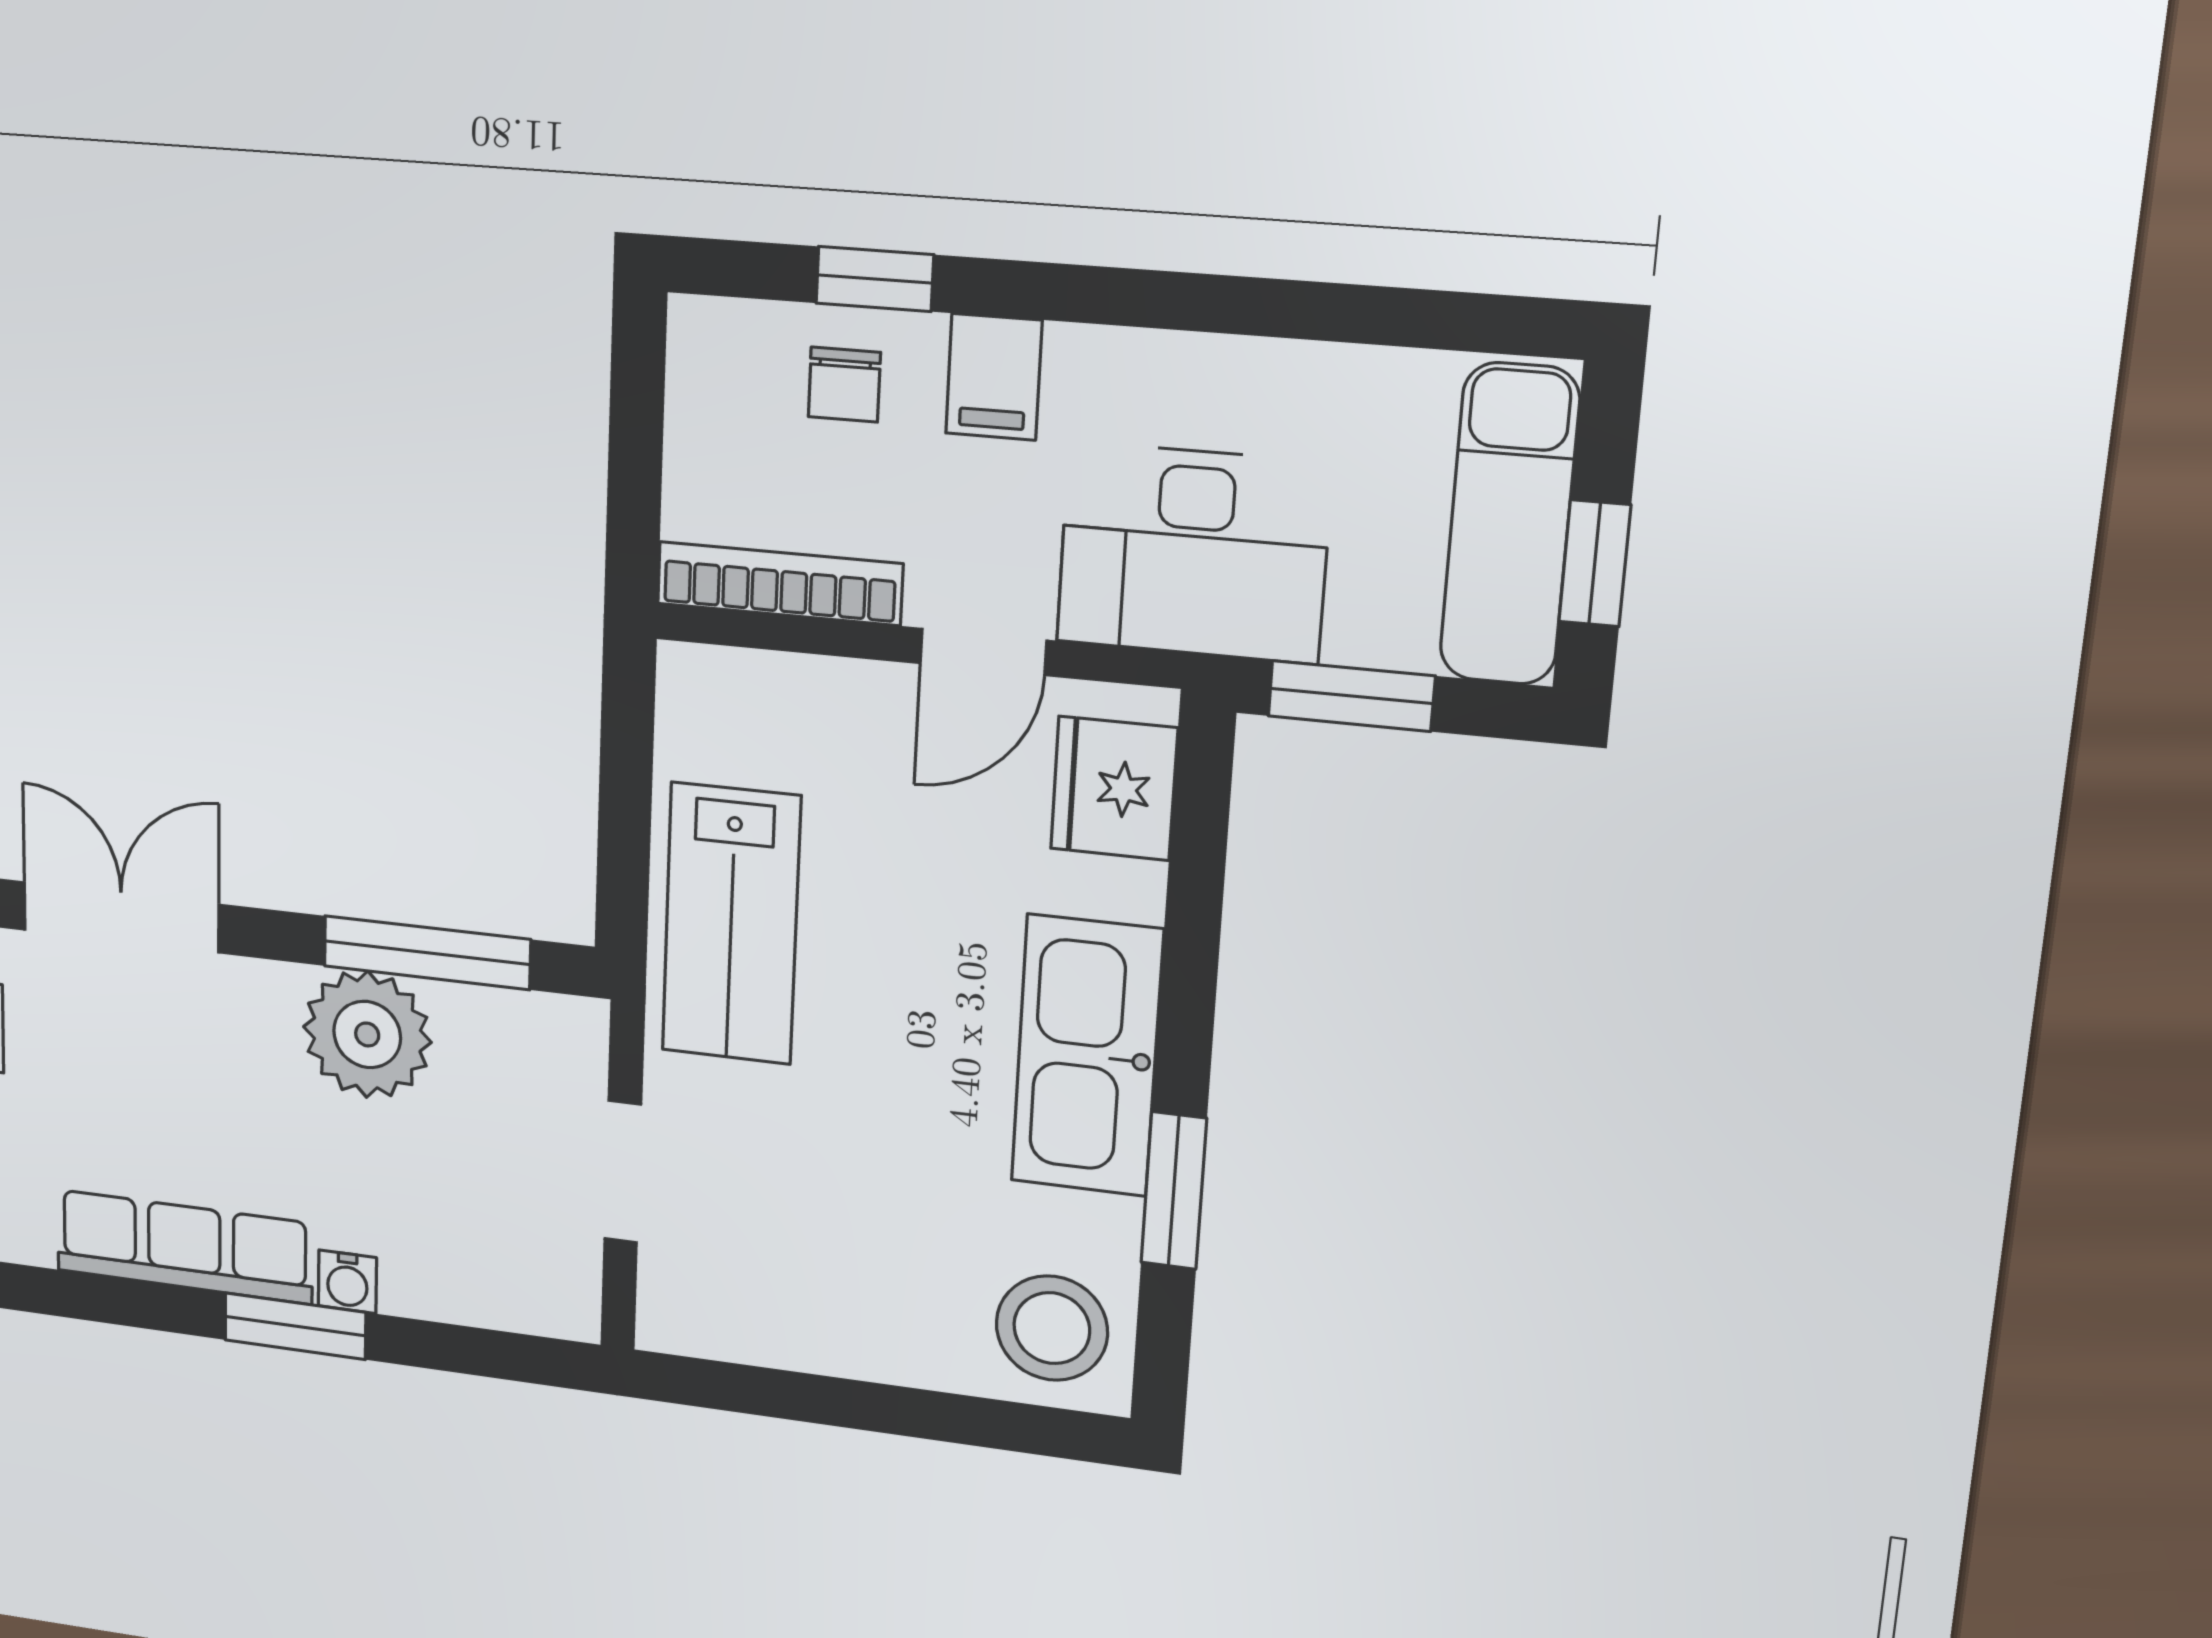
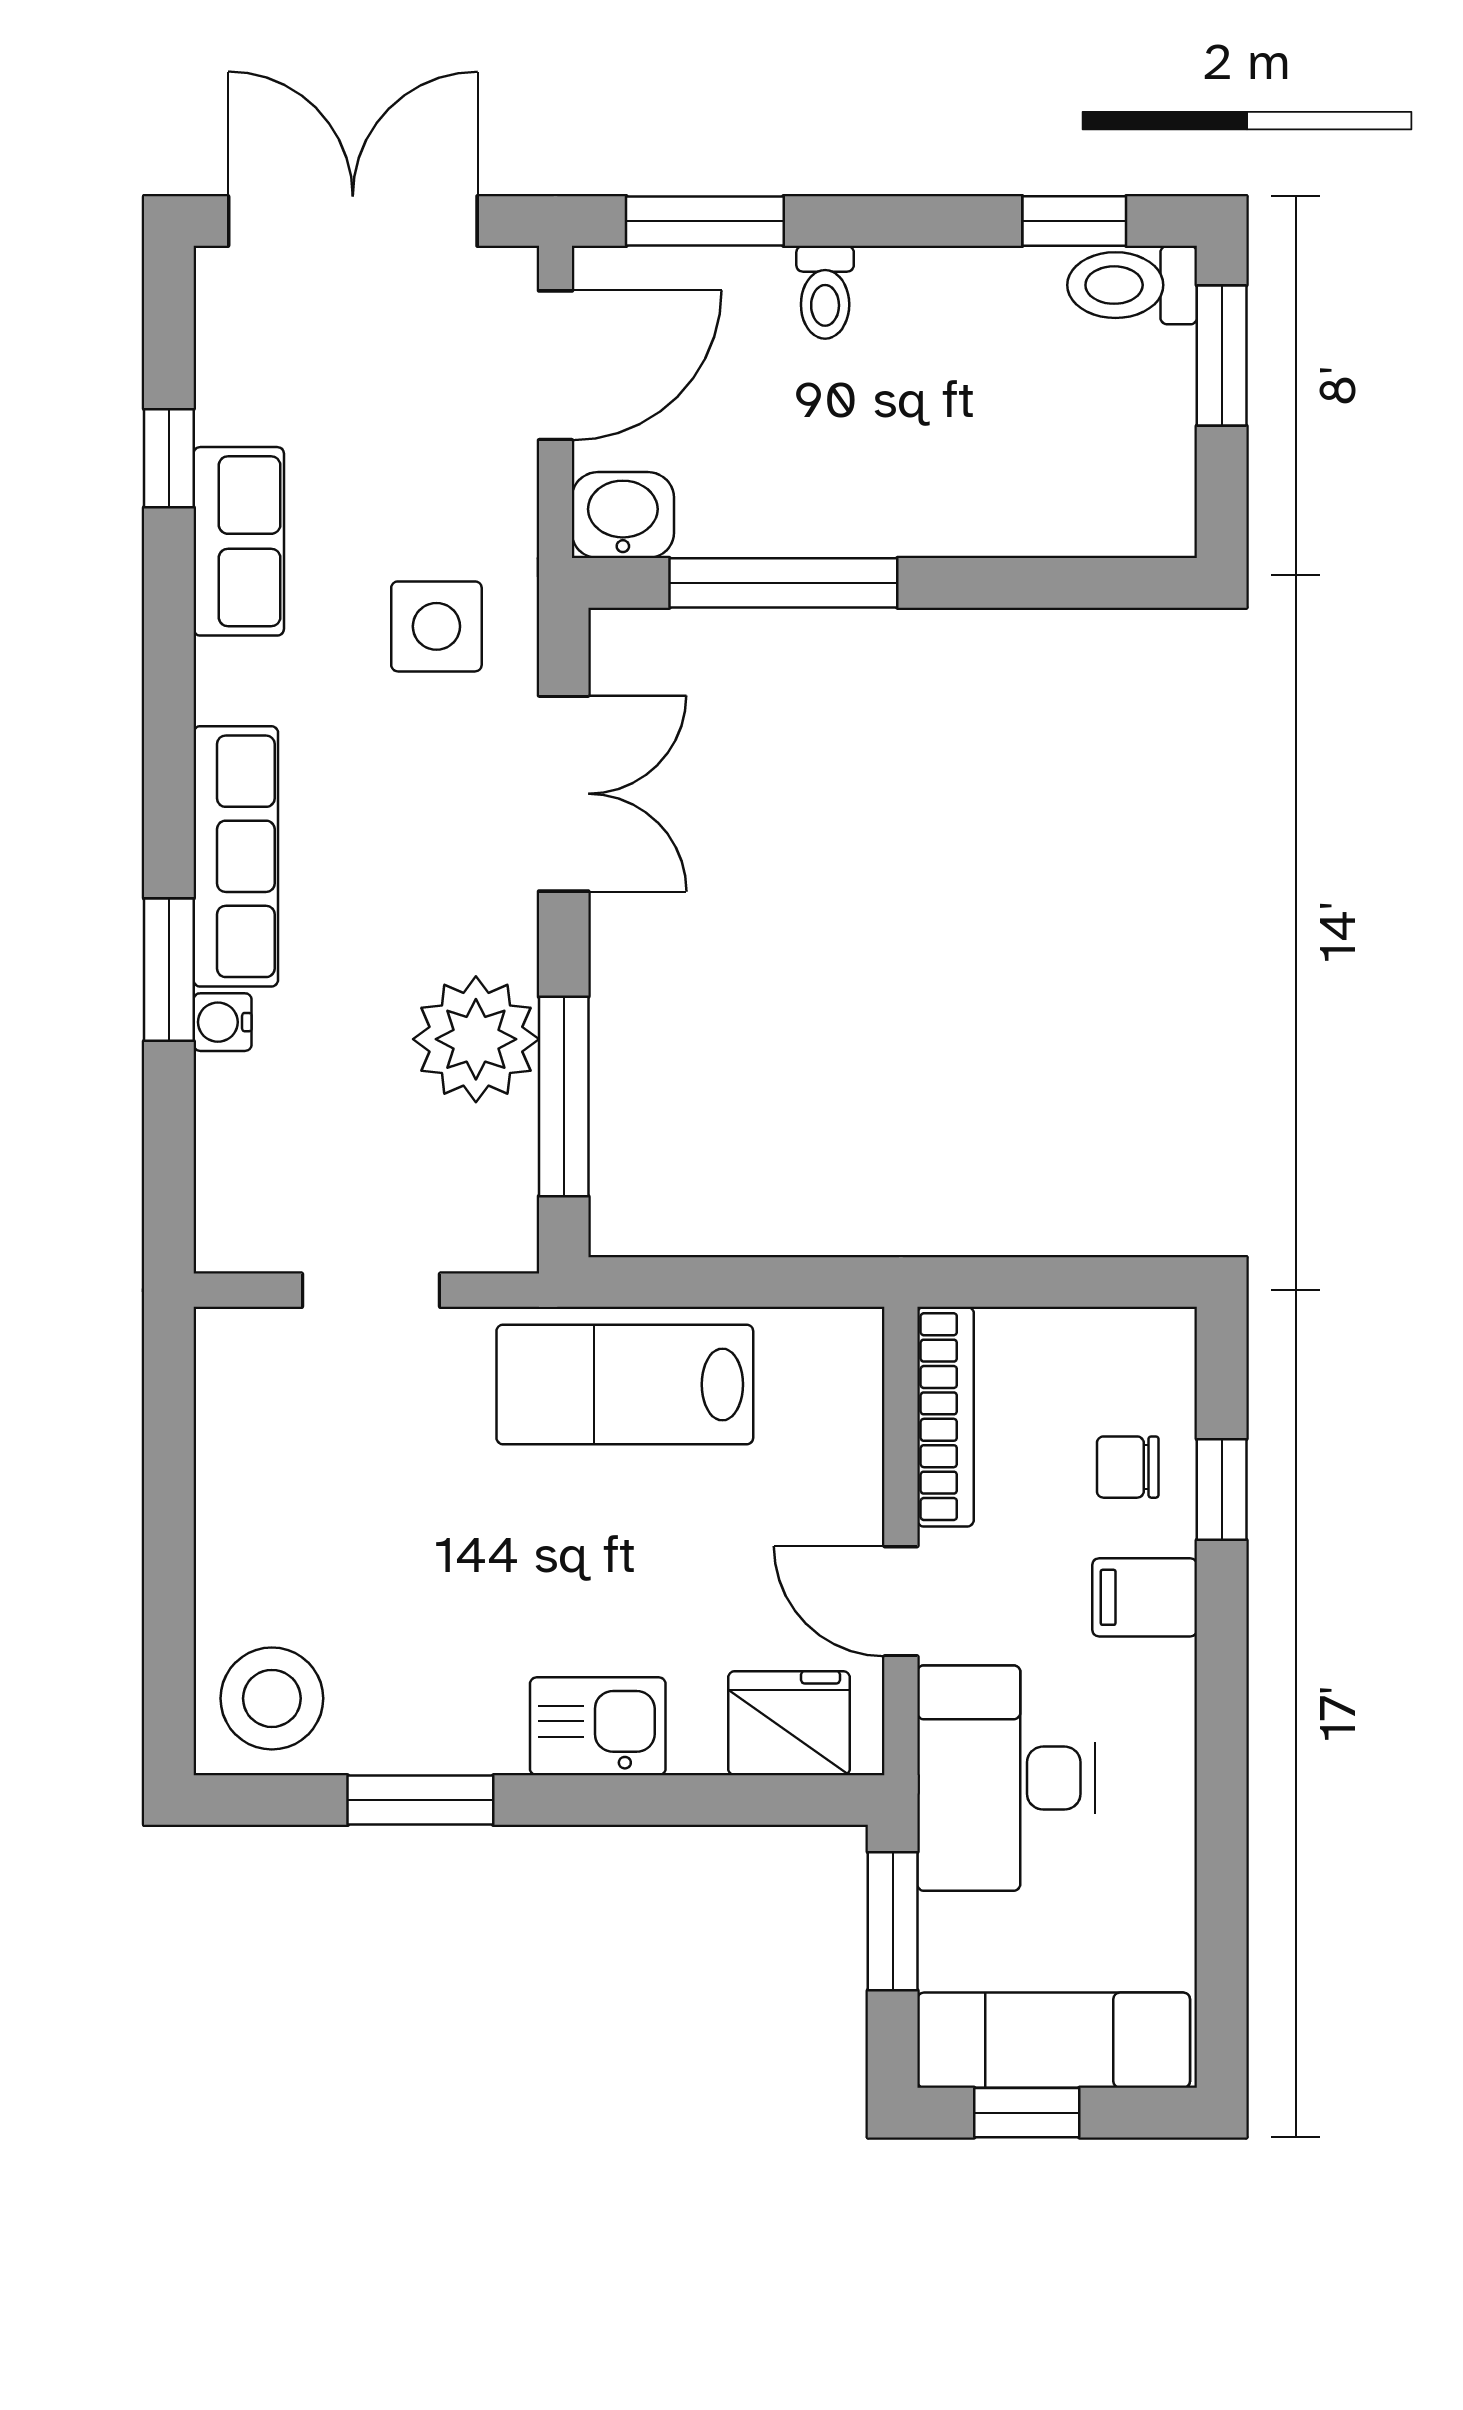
kitchen sink: (1087, 1056) -> (598, 1726), width x0.53, depth x0.81

